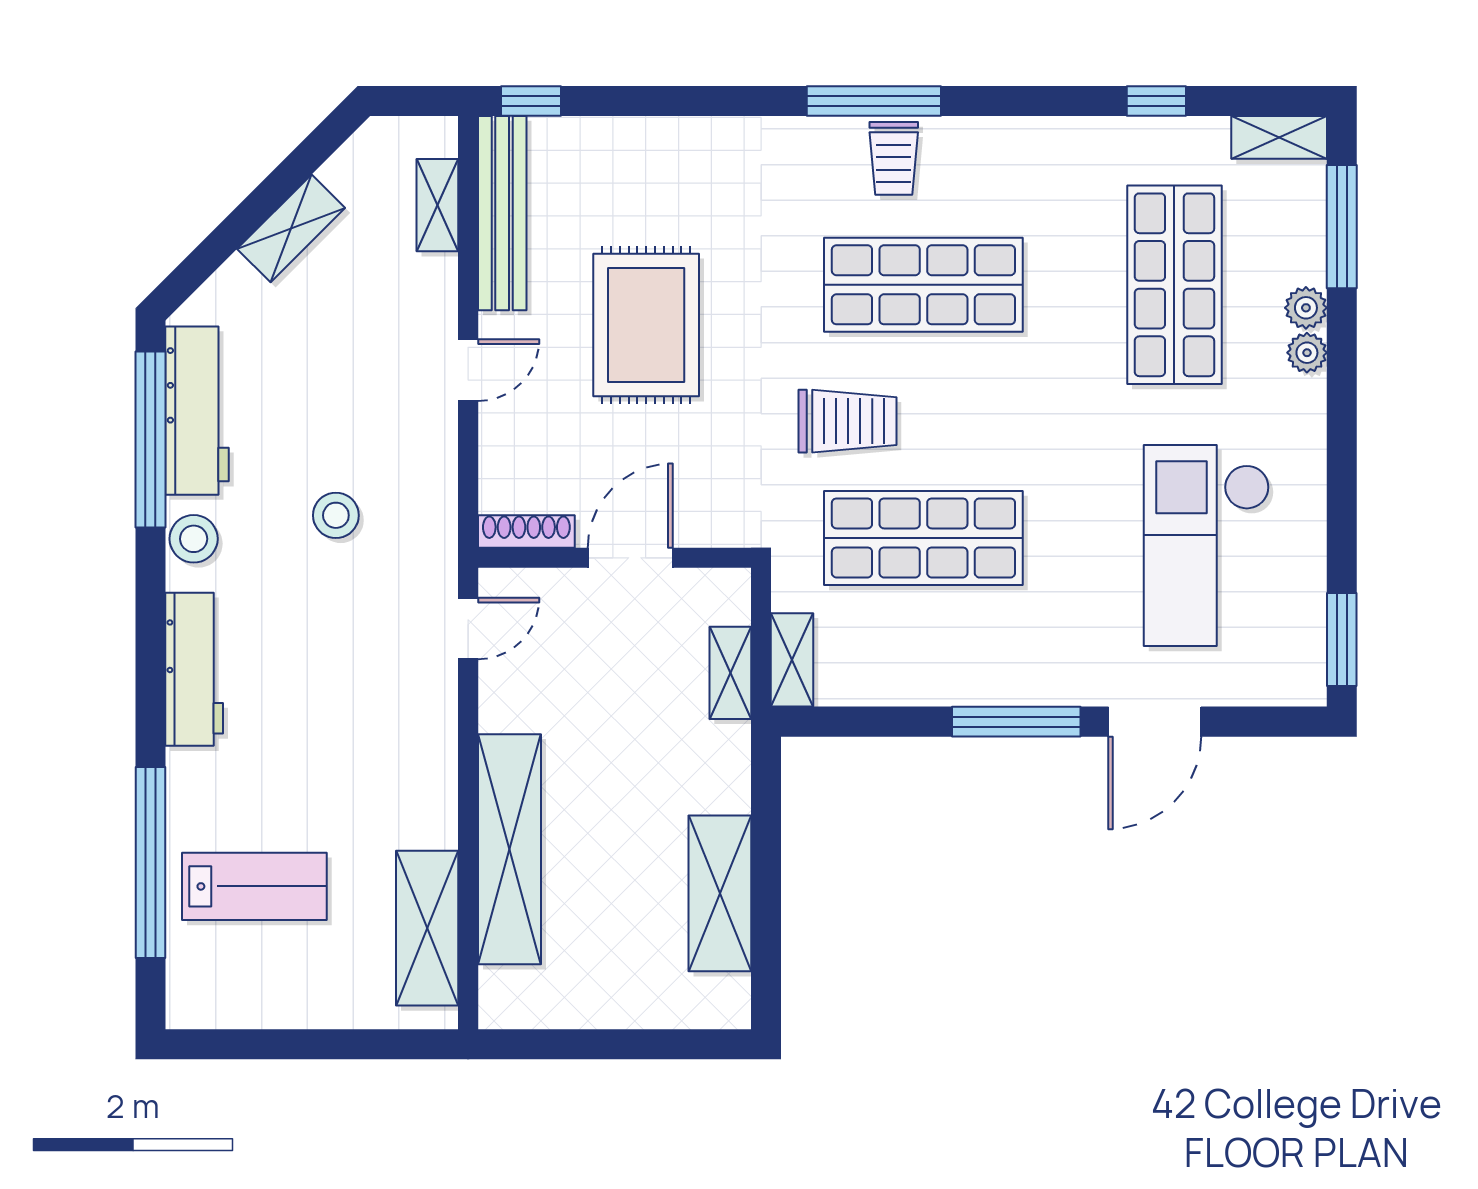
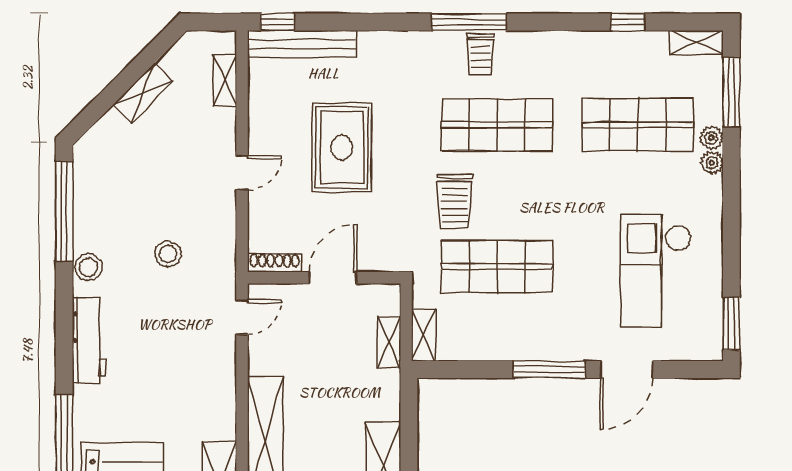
bench: (502, 213) -> (302, 44), moved, turned 90
shop shelf: (1174, 285) -> (638, 125), turned 90
workbench: (197, 411) -> (90, 195), removed
trolley: (847, 421) -> (455, 201), turned 90

